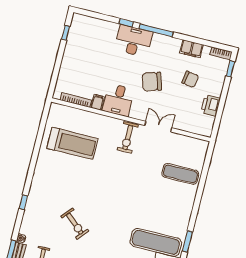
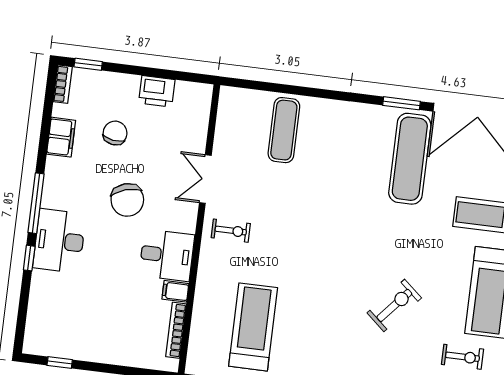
exercise bike: (128, 137) -> (231, 231), width x0.73, depth x0.72

